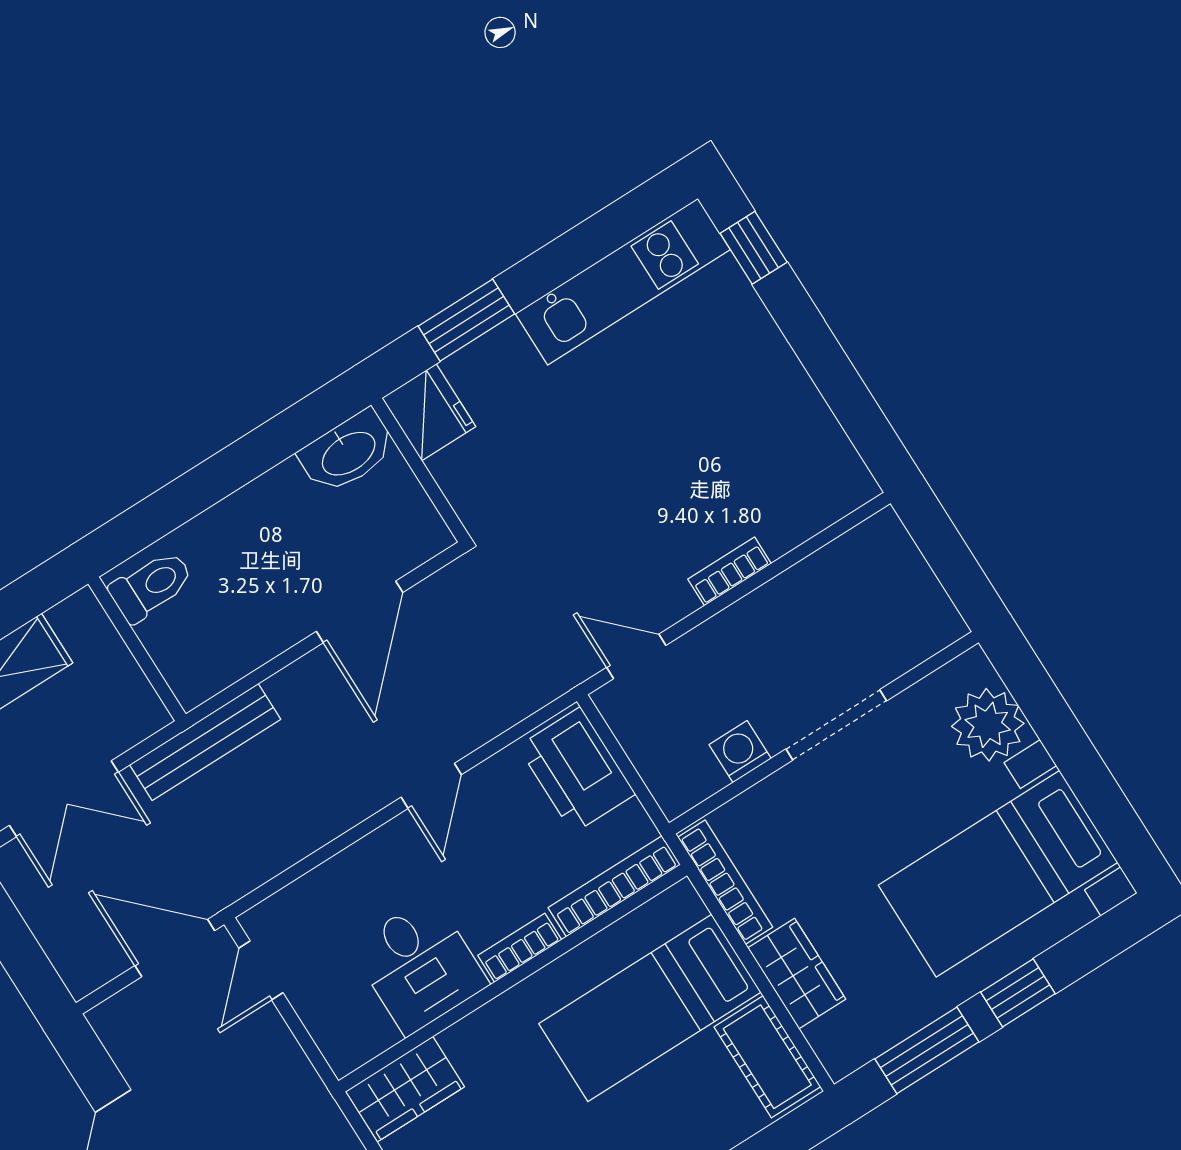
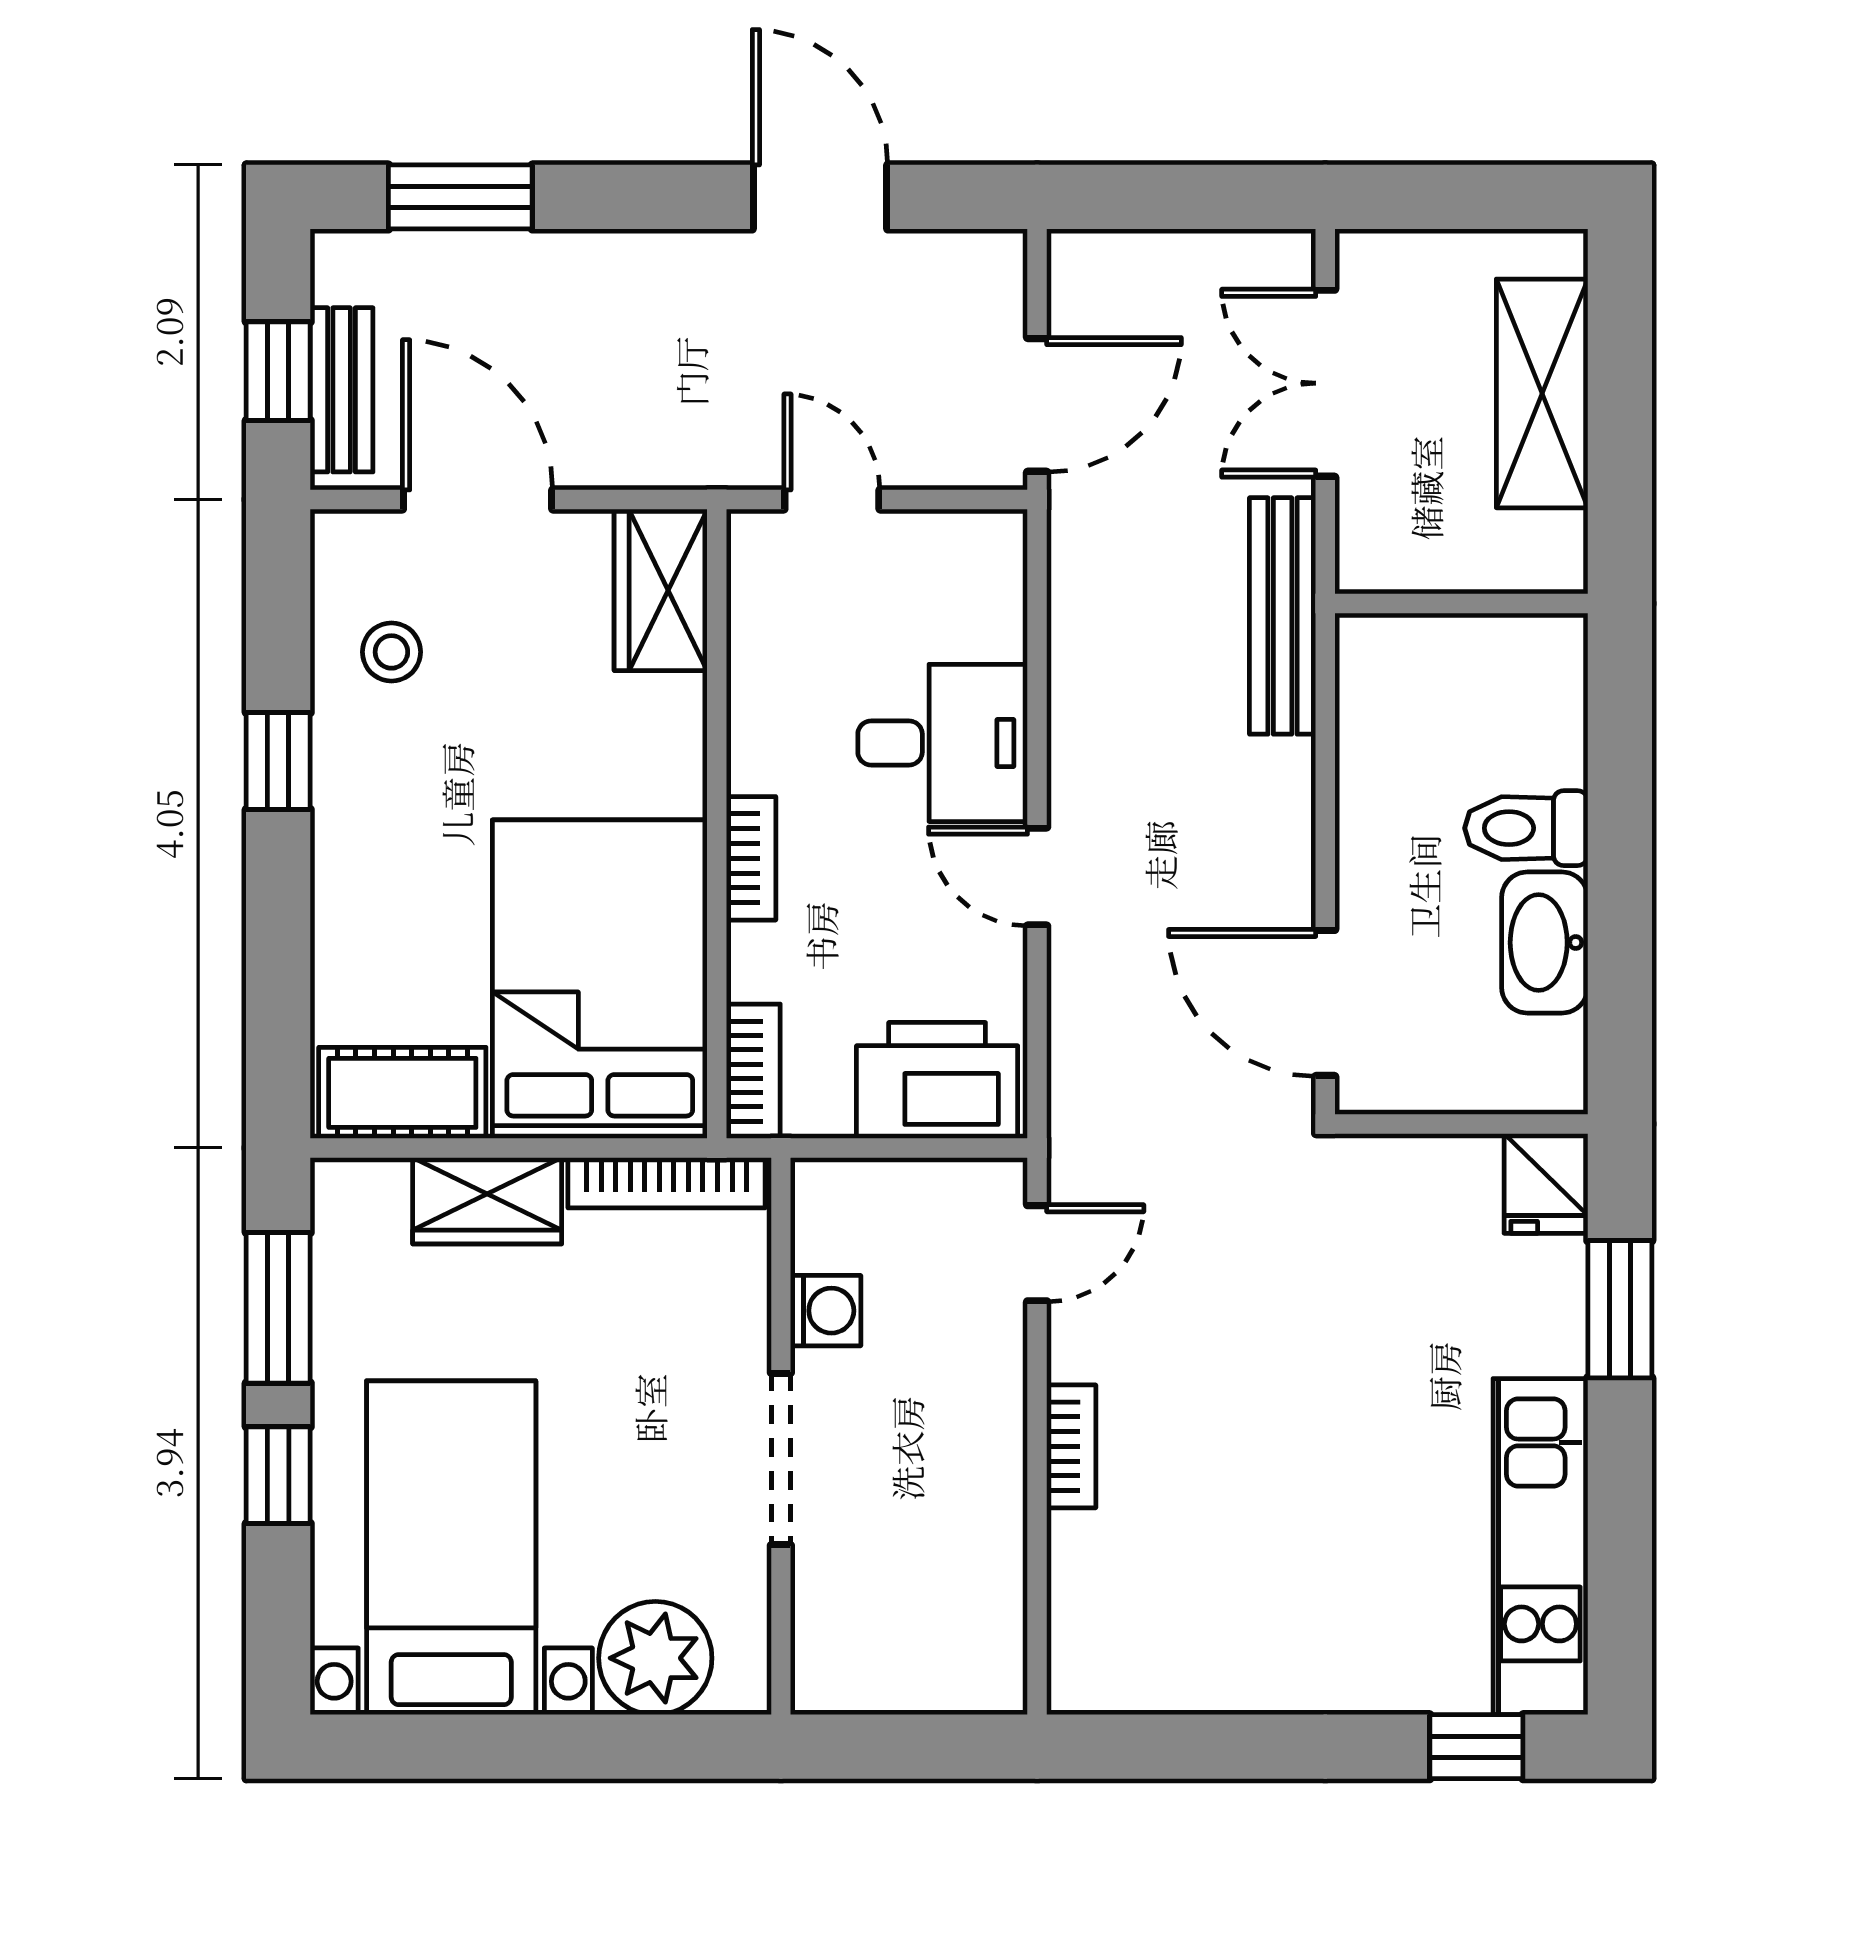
fridge: (429, 412) -> (1546, 1183), width x0.72
washbasin: (348, 452) -> (1545, 943), moved
toilet: (151, 586) -> (1526, 828), moved, turned 90
door: (360, 612) -> (1325, 1003), moved
bookcase: (614, 886) -> (753, 1071), width x0.64
desk: (419, 965) -> (943, 743), moved, turned 180
door: (261, 970) -> (832, 500), moved
bed: (650, 1008) -> (600, 979), width x1.50

